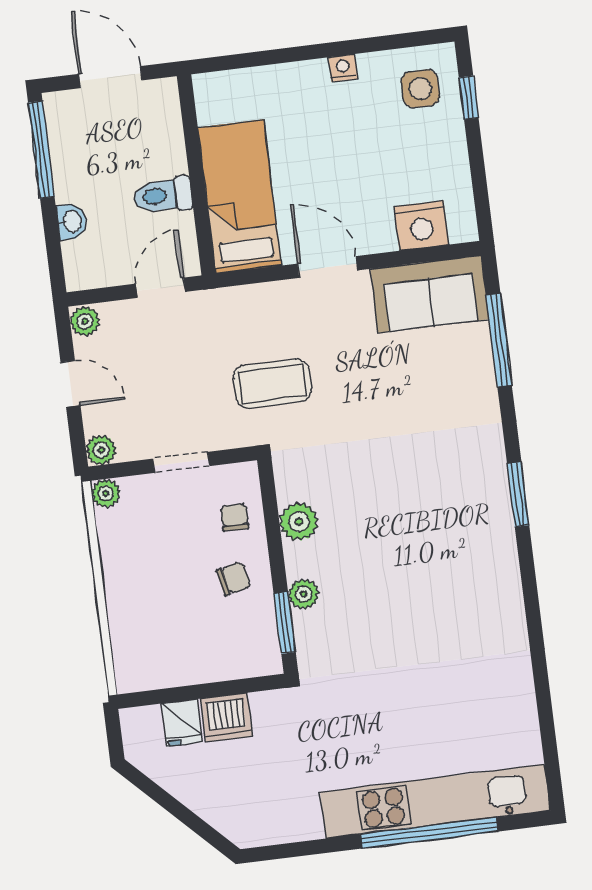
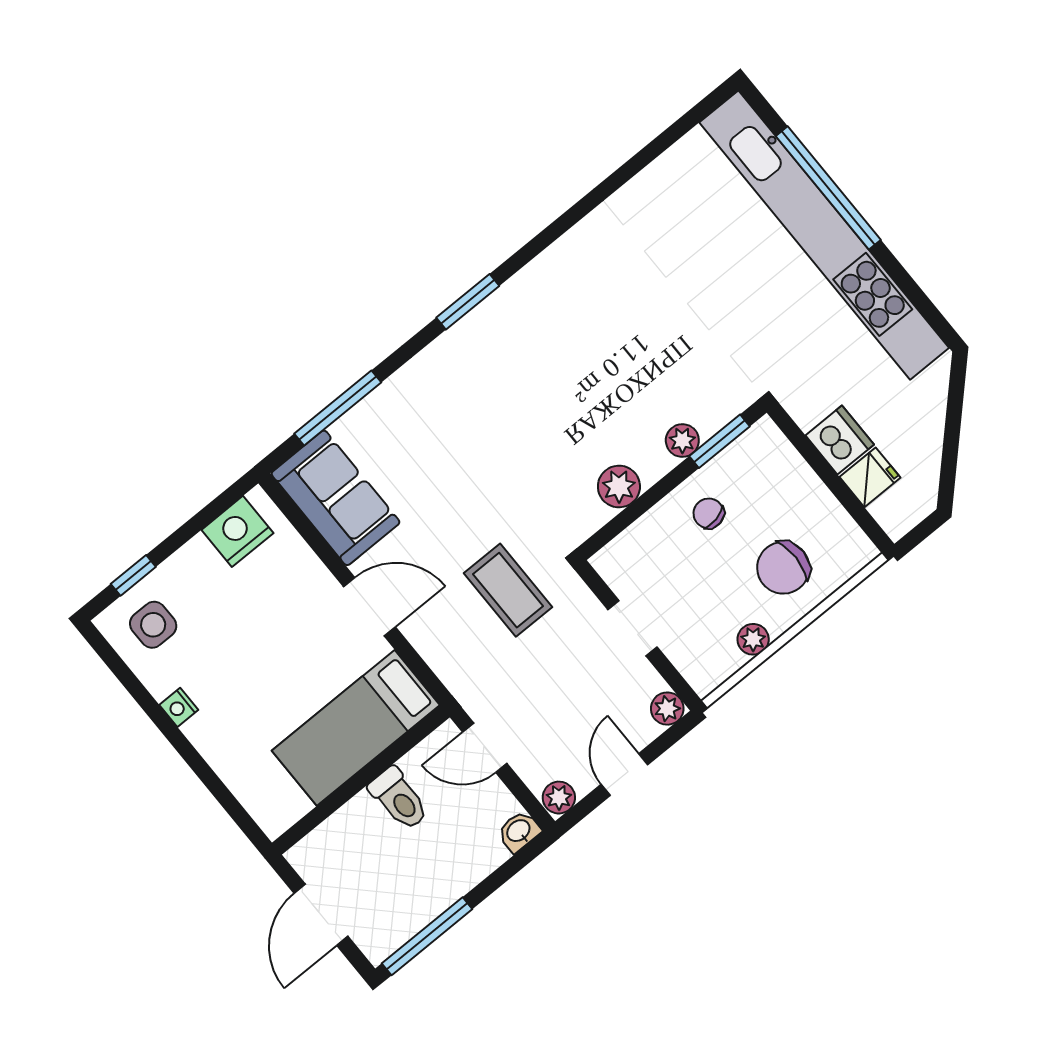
washbasin: (72, 221) -> (519, 831), moved
nightstand: (421, 226) -> (237, 531), moved, turned -90
door: (328, 267) -> (369, 607), swing flipped
plant: (106, 493) -> (753, 639), moved
chair: (235, 517) -> (783, 568), moved, width x1.87, depth x1.87
kitchen unit: (435, 801) -> (824, 235), width x1.36

